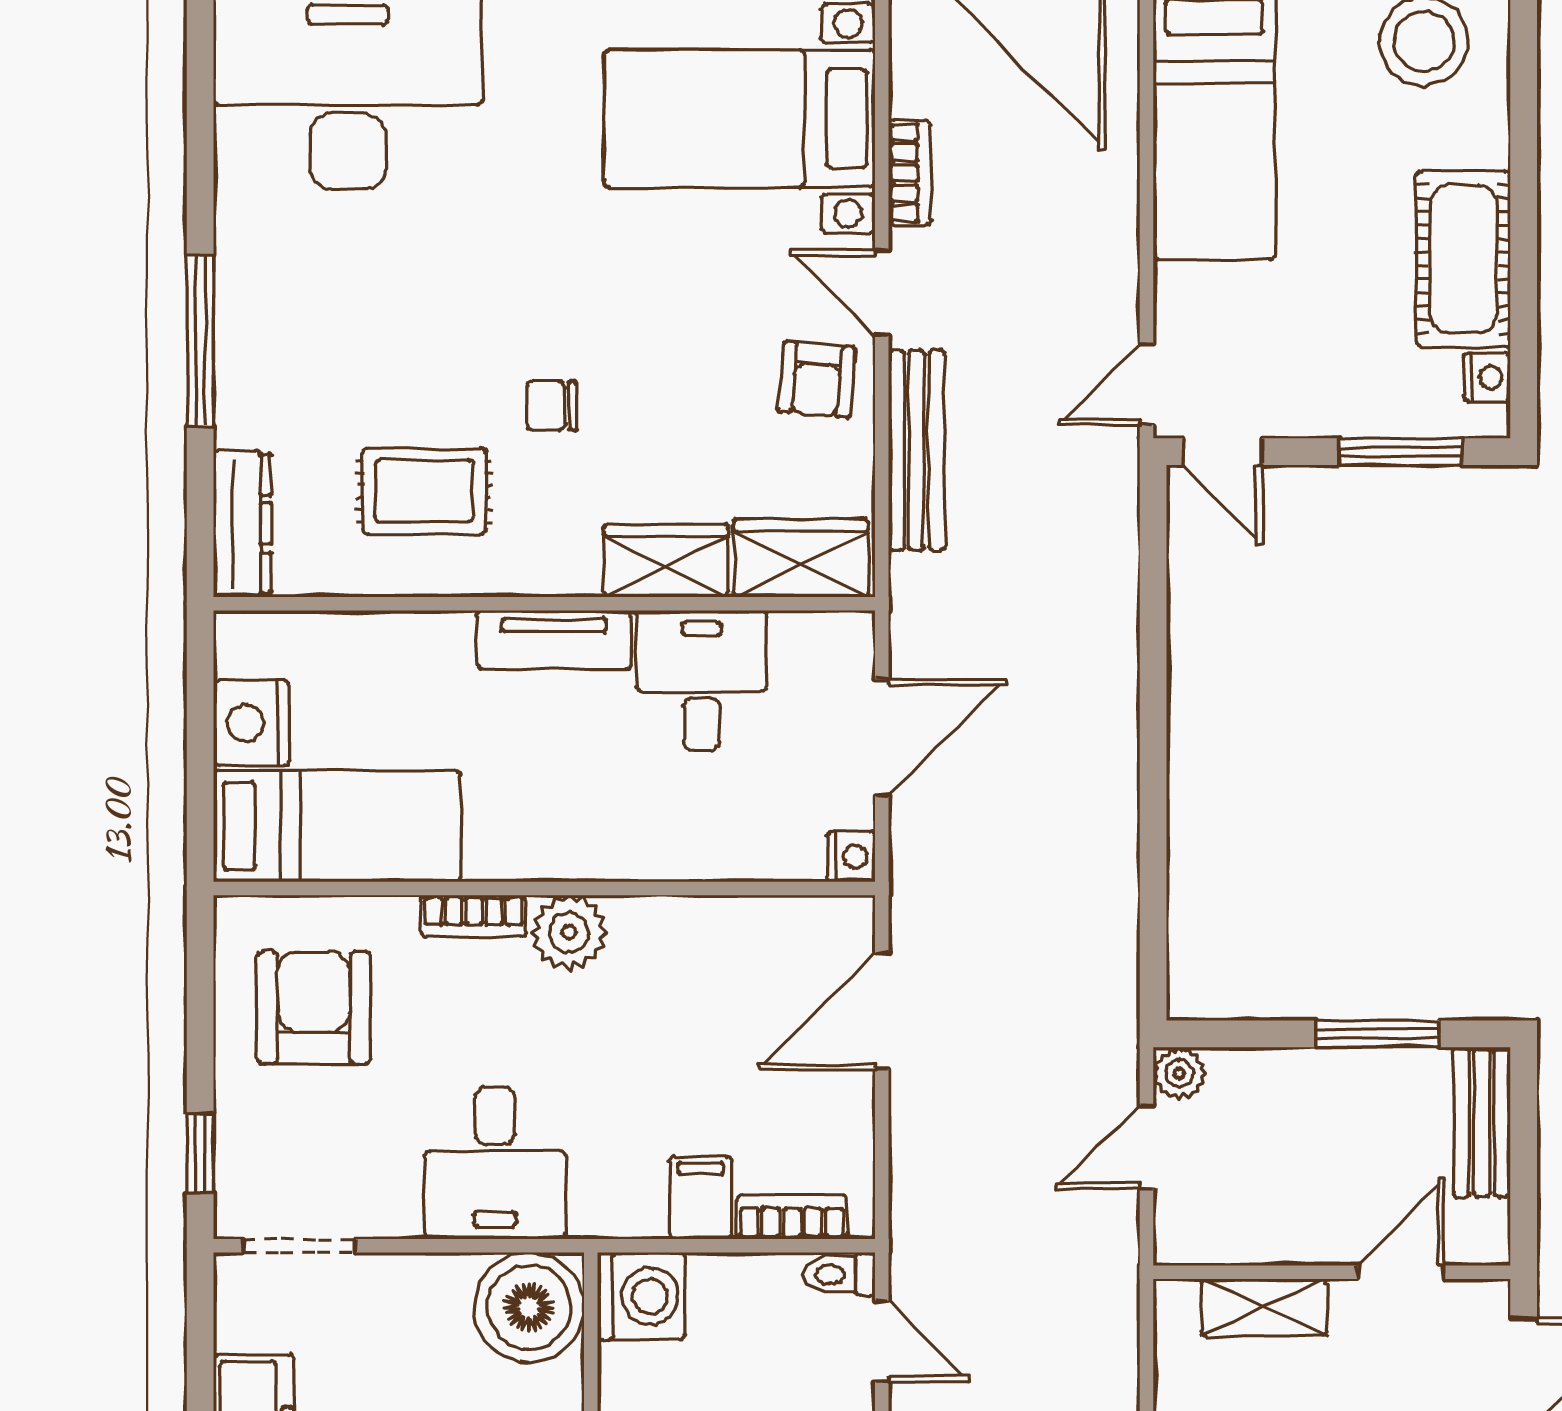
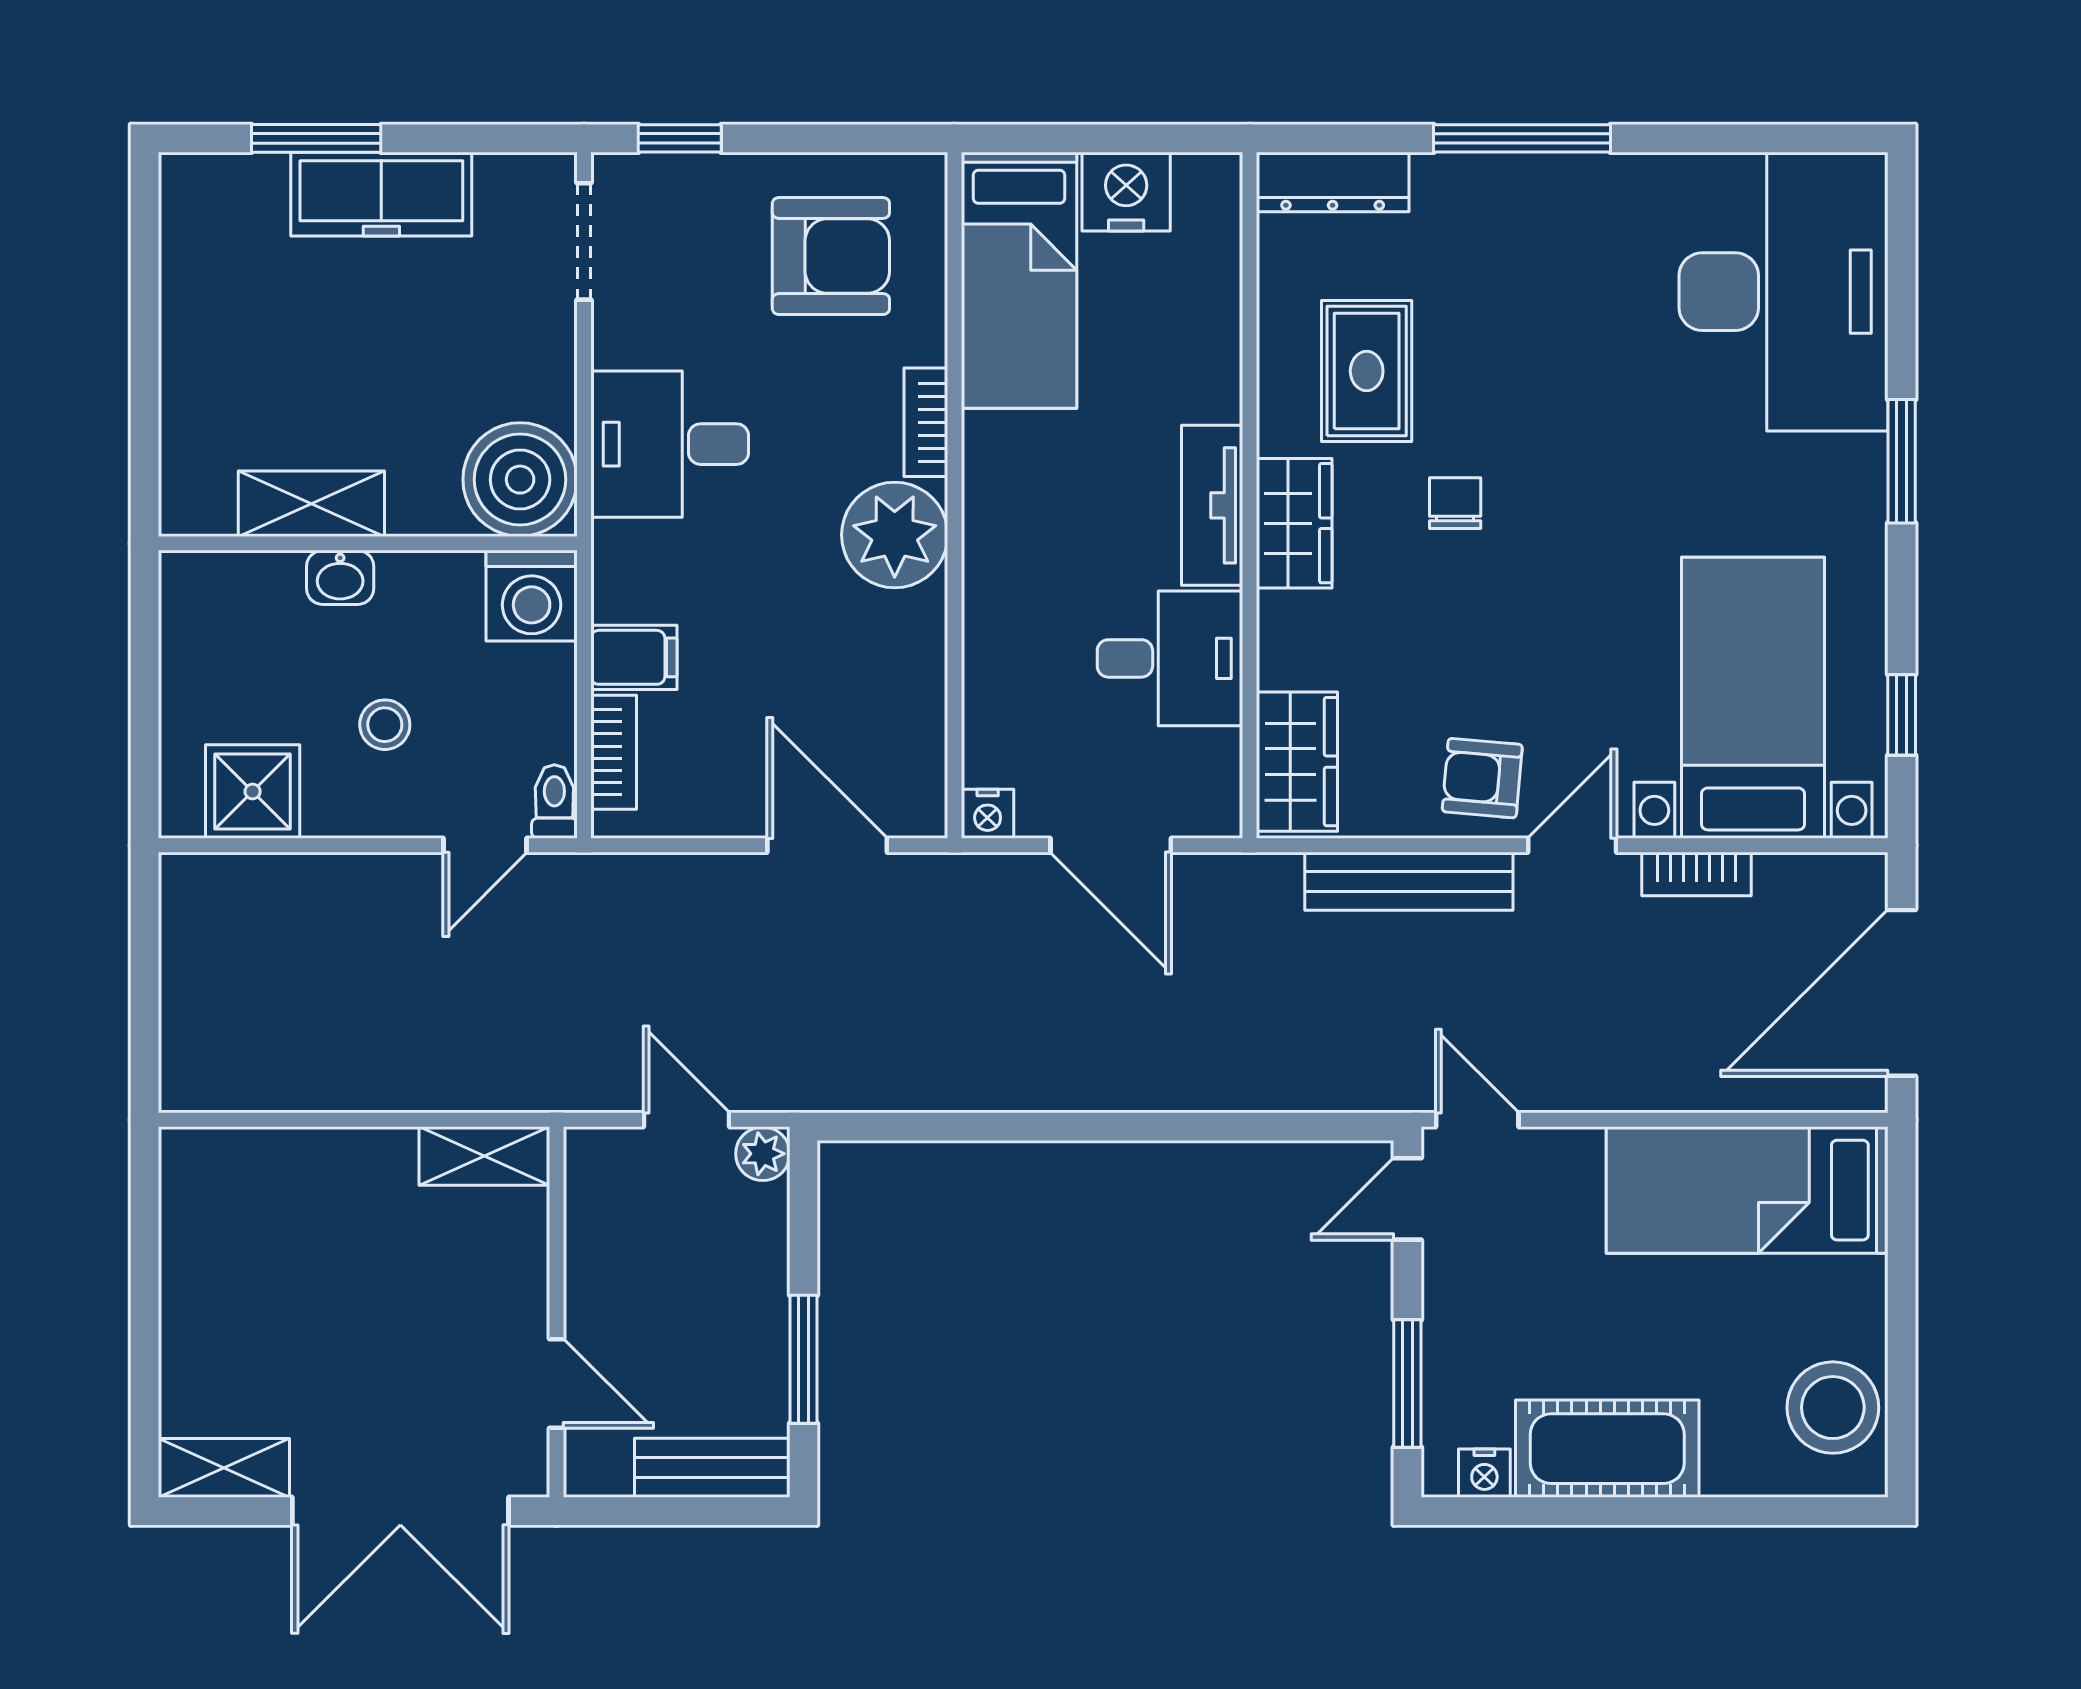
wardrobe: (666, 561) -> (1294, 523), moved
plant: (569, 932) -> (895, 535), width x1.36, depth x1.36
shelving: (1264, 1307) -> (484, 1156), moved, turned 90

